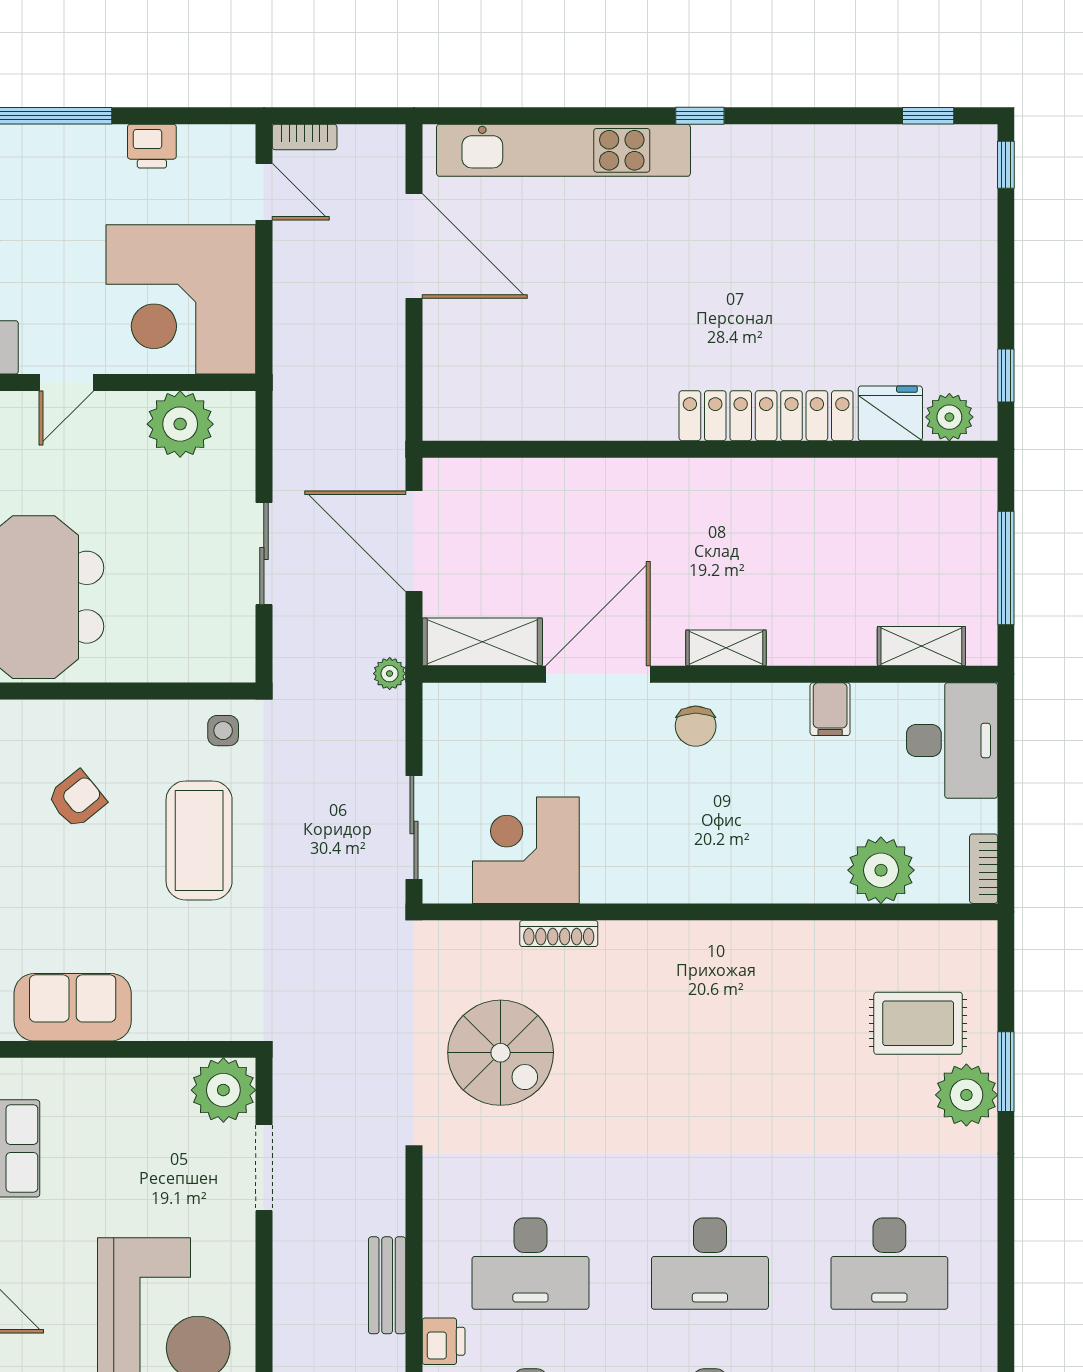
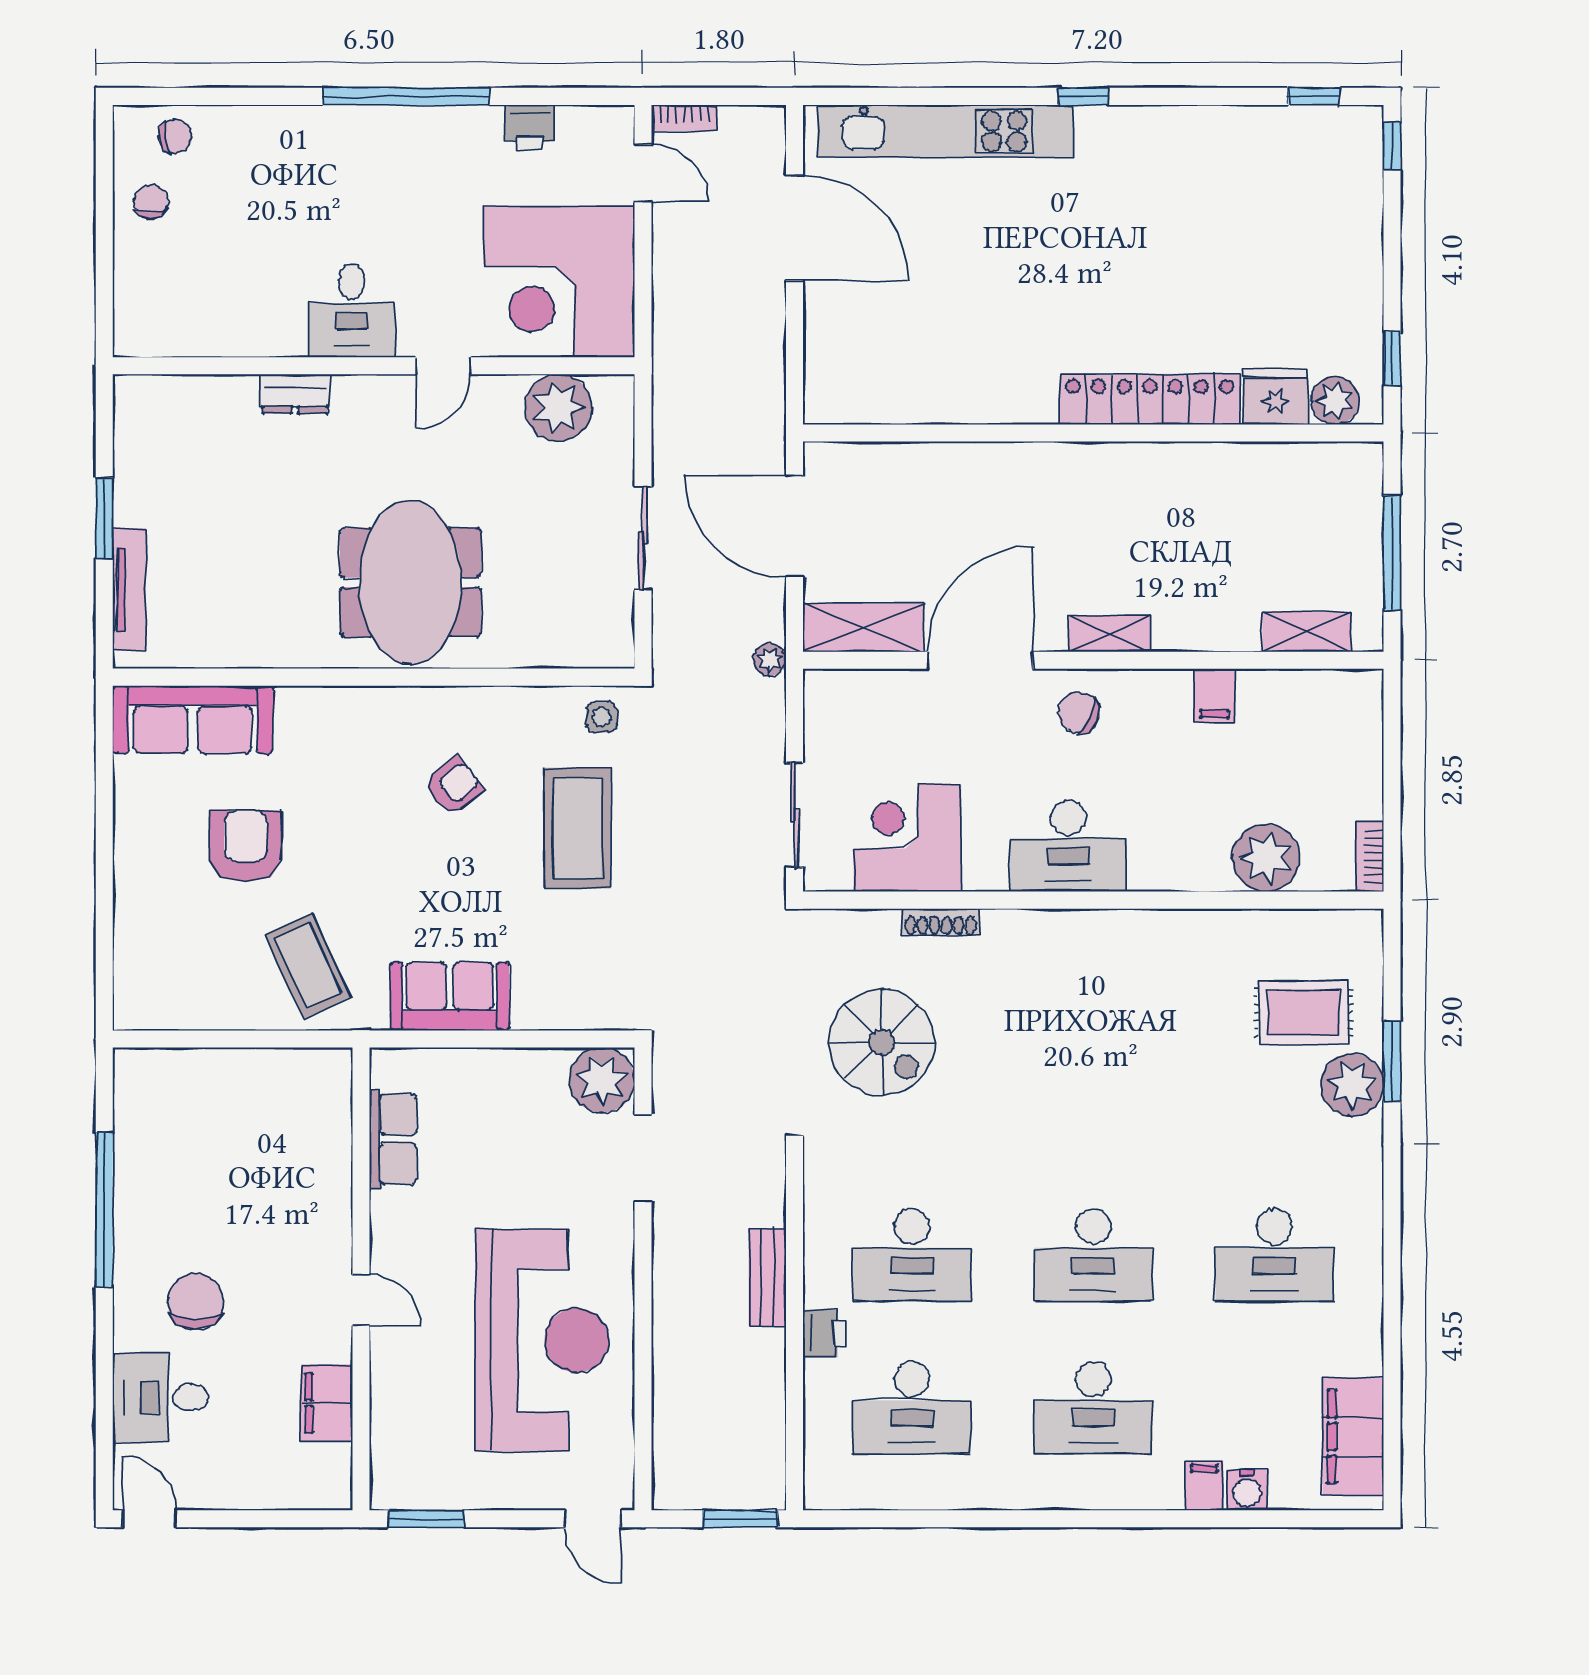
chair: (696, 726) -> (1079, 713), turned 115
desk: (952, 740) -> (1068, 846), moved, turned 90

